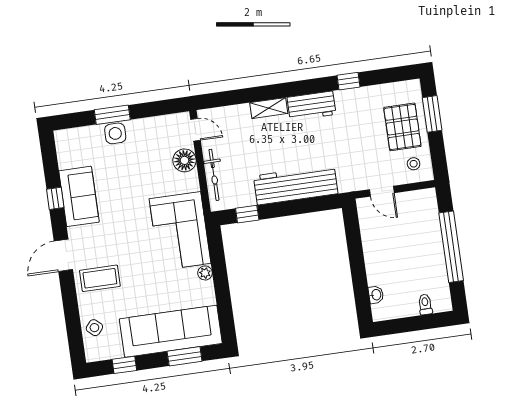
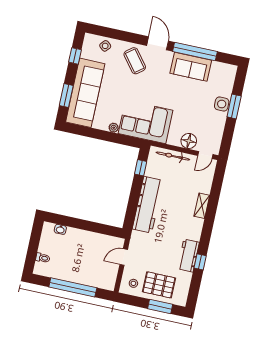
workbench: (311, 106) -> (188, 256), moved
window: (55, 198) -> (195, 51), width x3.17
coffee table: (100, 278) -> (135, 61), turned -38

